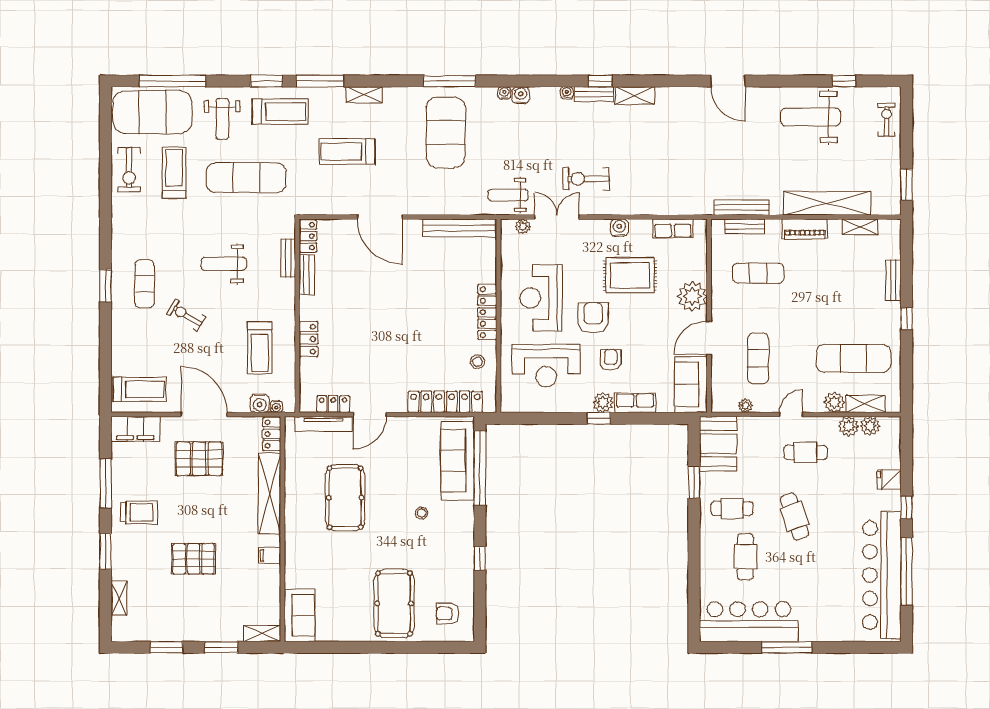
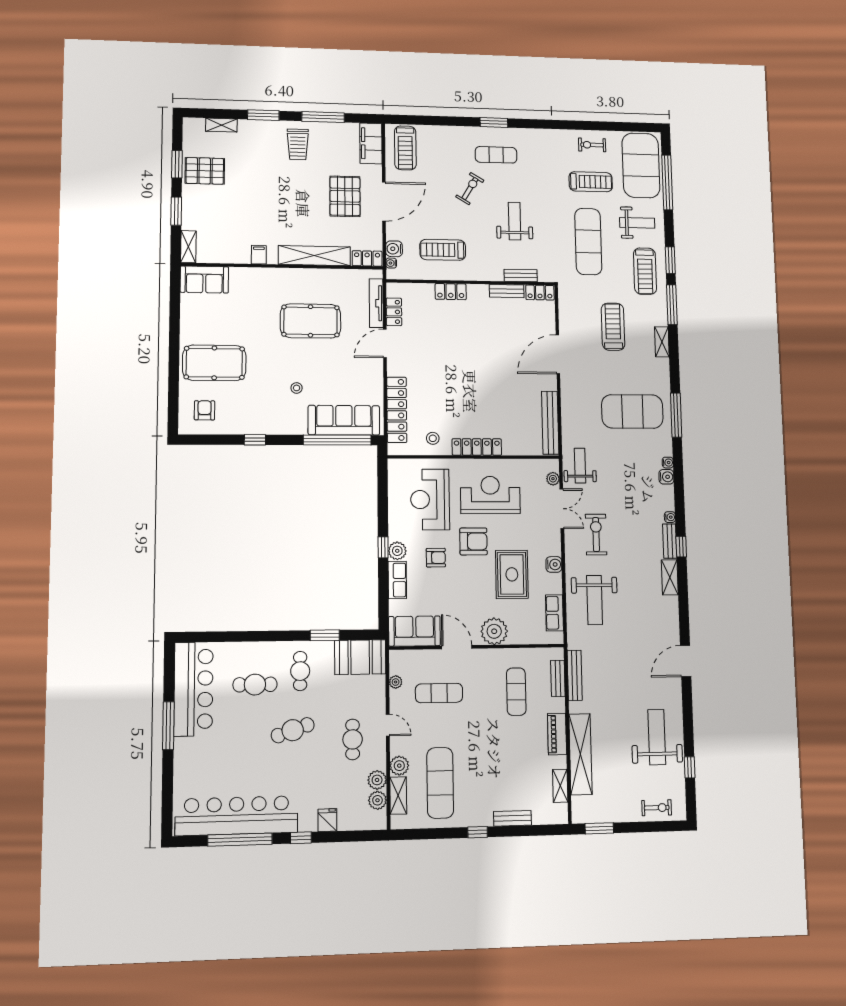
weight bench: (222, 119) -> (637, 223), turned 180
exercise bike: (129, 170) -> (592, 145), width x0.73, depth x0.72
weight bench: (659, 183) -> (595, 600), added
door: (370, 414) -> (385, 343), hinge flipped
pallet: (194, 559) -> (205, 171), moved, turned 90

